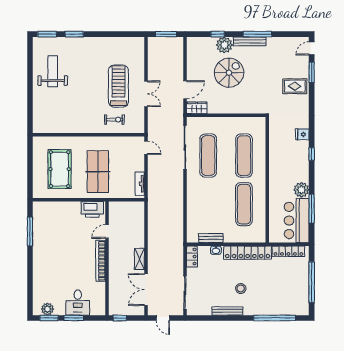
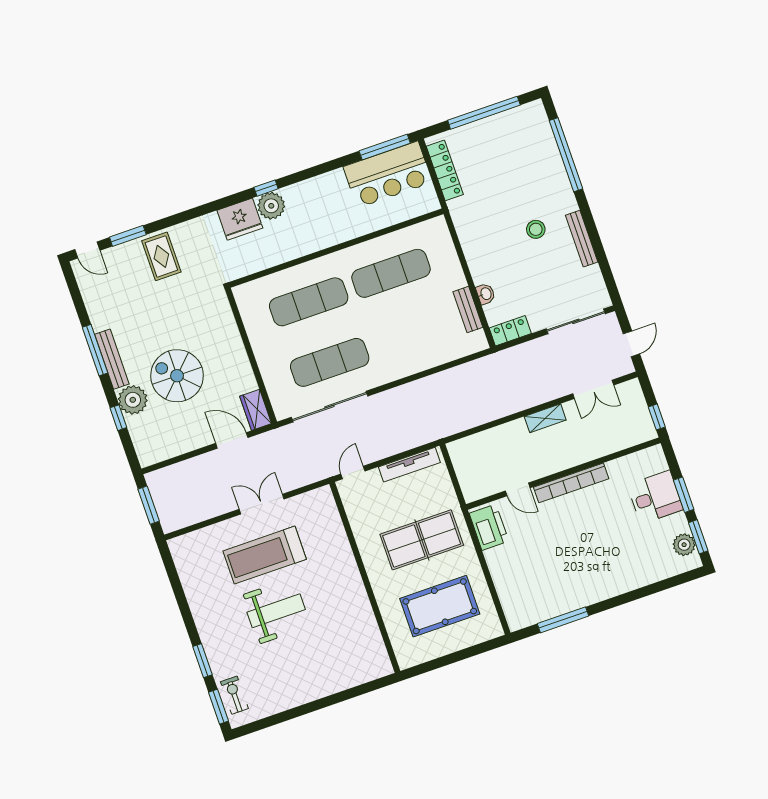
weight bench: (53, 71) -> (276, 611), moved, turned 180
exercise bike: (115, 120) -> (234, 695), moved
fridge: (302, 134) -> (240, 219), width x1.88, depth x1.34
tv unit: (140, 184) -> (409, 465), width x1.41
plant: (301, 190) -> (271, 206), moved
window: (312, 208) -> (385, 147), moved
locker: (248, 253) -> (471, 239), removed
double door: (146, 290) -> (593, 389), width x0.73

